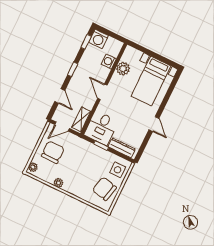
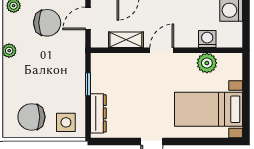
shelving: (81, 119) -> (126, 40), moved
door: (62, 127) -> (88, 18), hinge flipped
desk: (101, 128) -> (112, 73), removed
chair: (104, 189) -> (31, 117), turned -103

